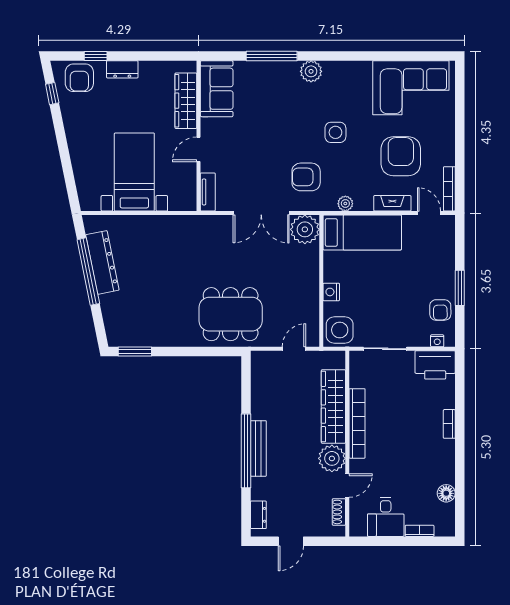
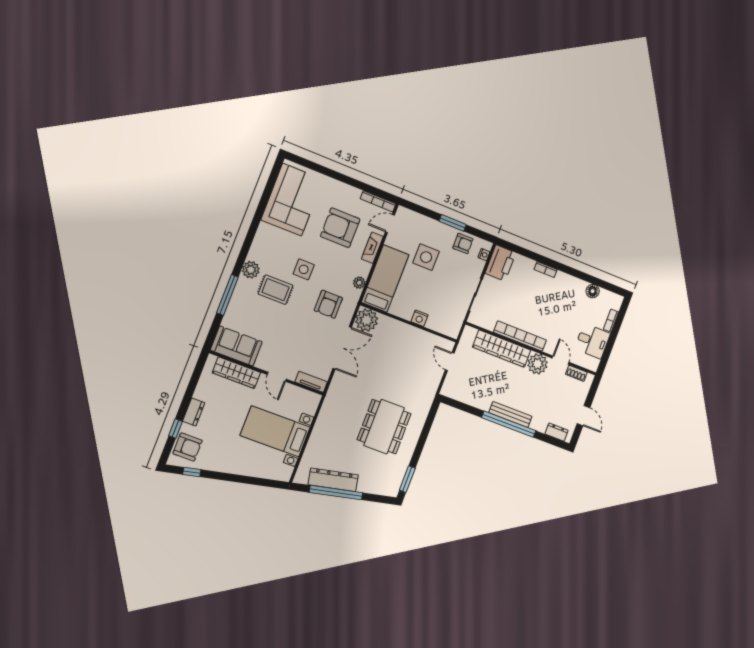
rug: (299, 109) -> (276, 290), added
dining table: (231, 314) -> (384, 427), moved
side table: (340, 330) -> (426, 257), moved

